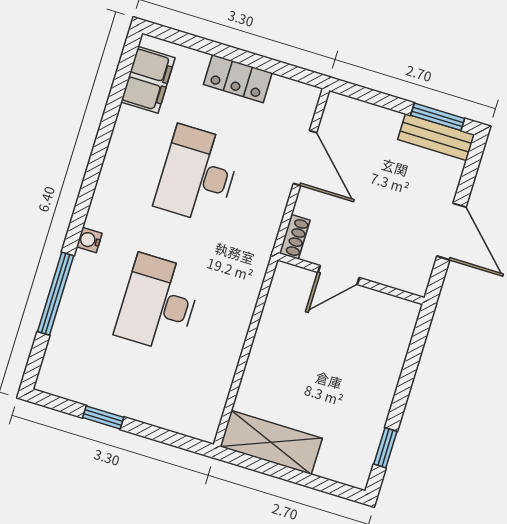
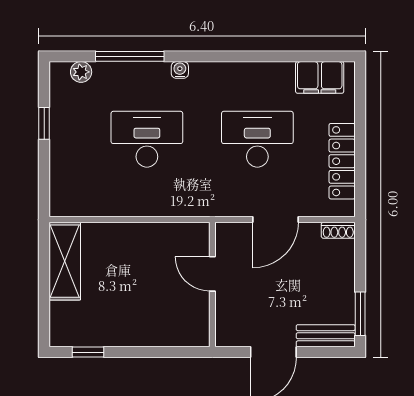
locker: (238, 79) -> (342, 161), width x1.53
bench: (436, 137) -> (326, 336), moved, turned 90
door: (305, 158) -> (276, 220), moved
shoe rack: (295, 237) -> (338, 230), moved
plant: (56, 356) -> (81, 72), added

